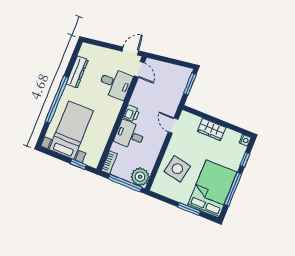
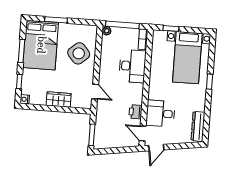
dresser: (77, 72) -> (198, 126), moved
window: (57, 99) -> (210, 82), width x0.32
printer: (131, 114) -> (136, 112), moved
desk: (130, 135) -> (132, 66), width x1.37
side table: (177, 169) -> (79, 53), turned 38
plant: (140, 177) -> (107, 31), width x0.53, depth x0.53
window: (233, 189) -> (22, 51), width x0.69

